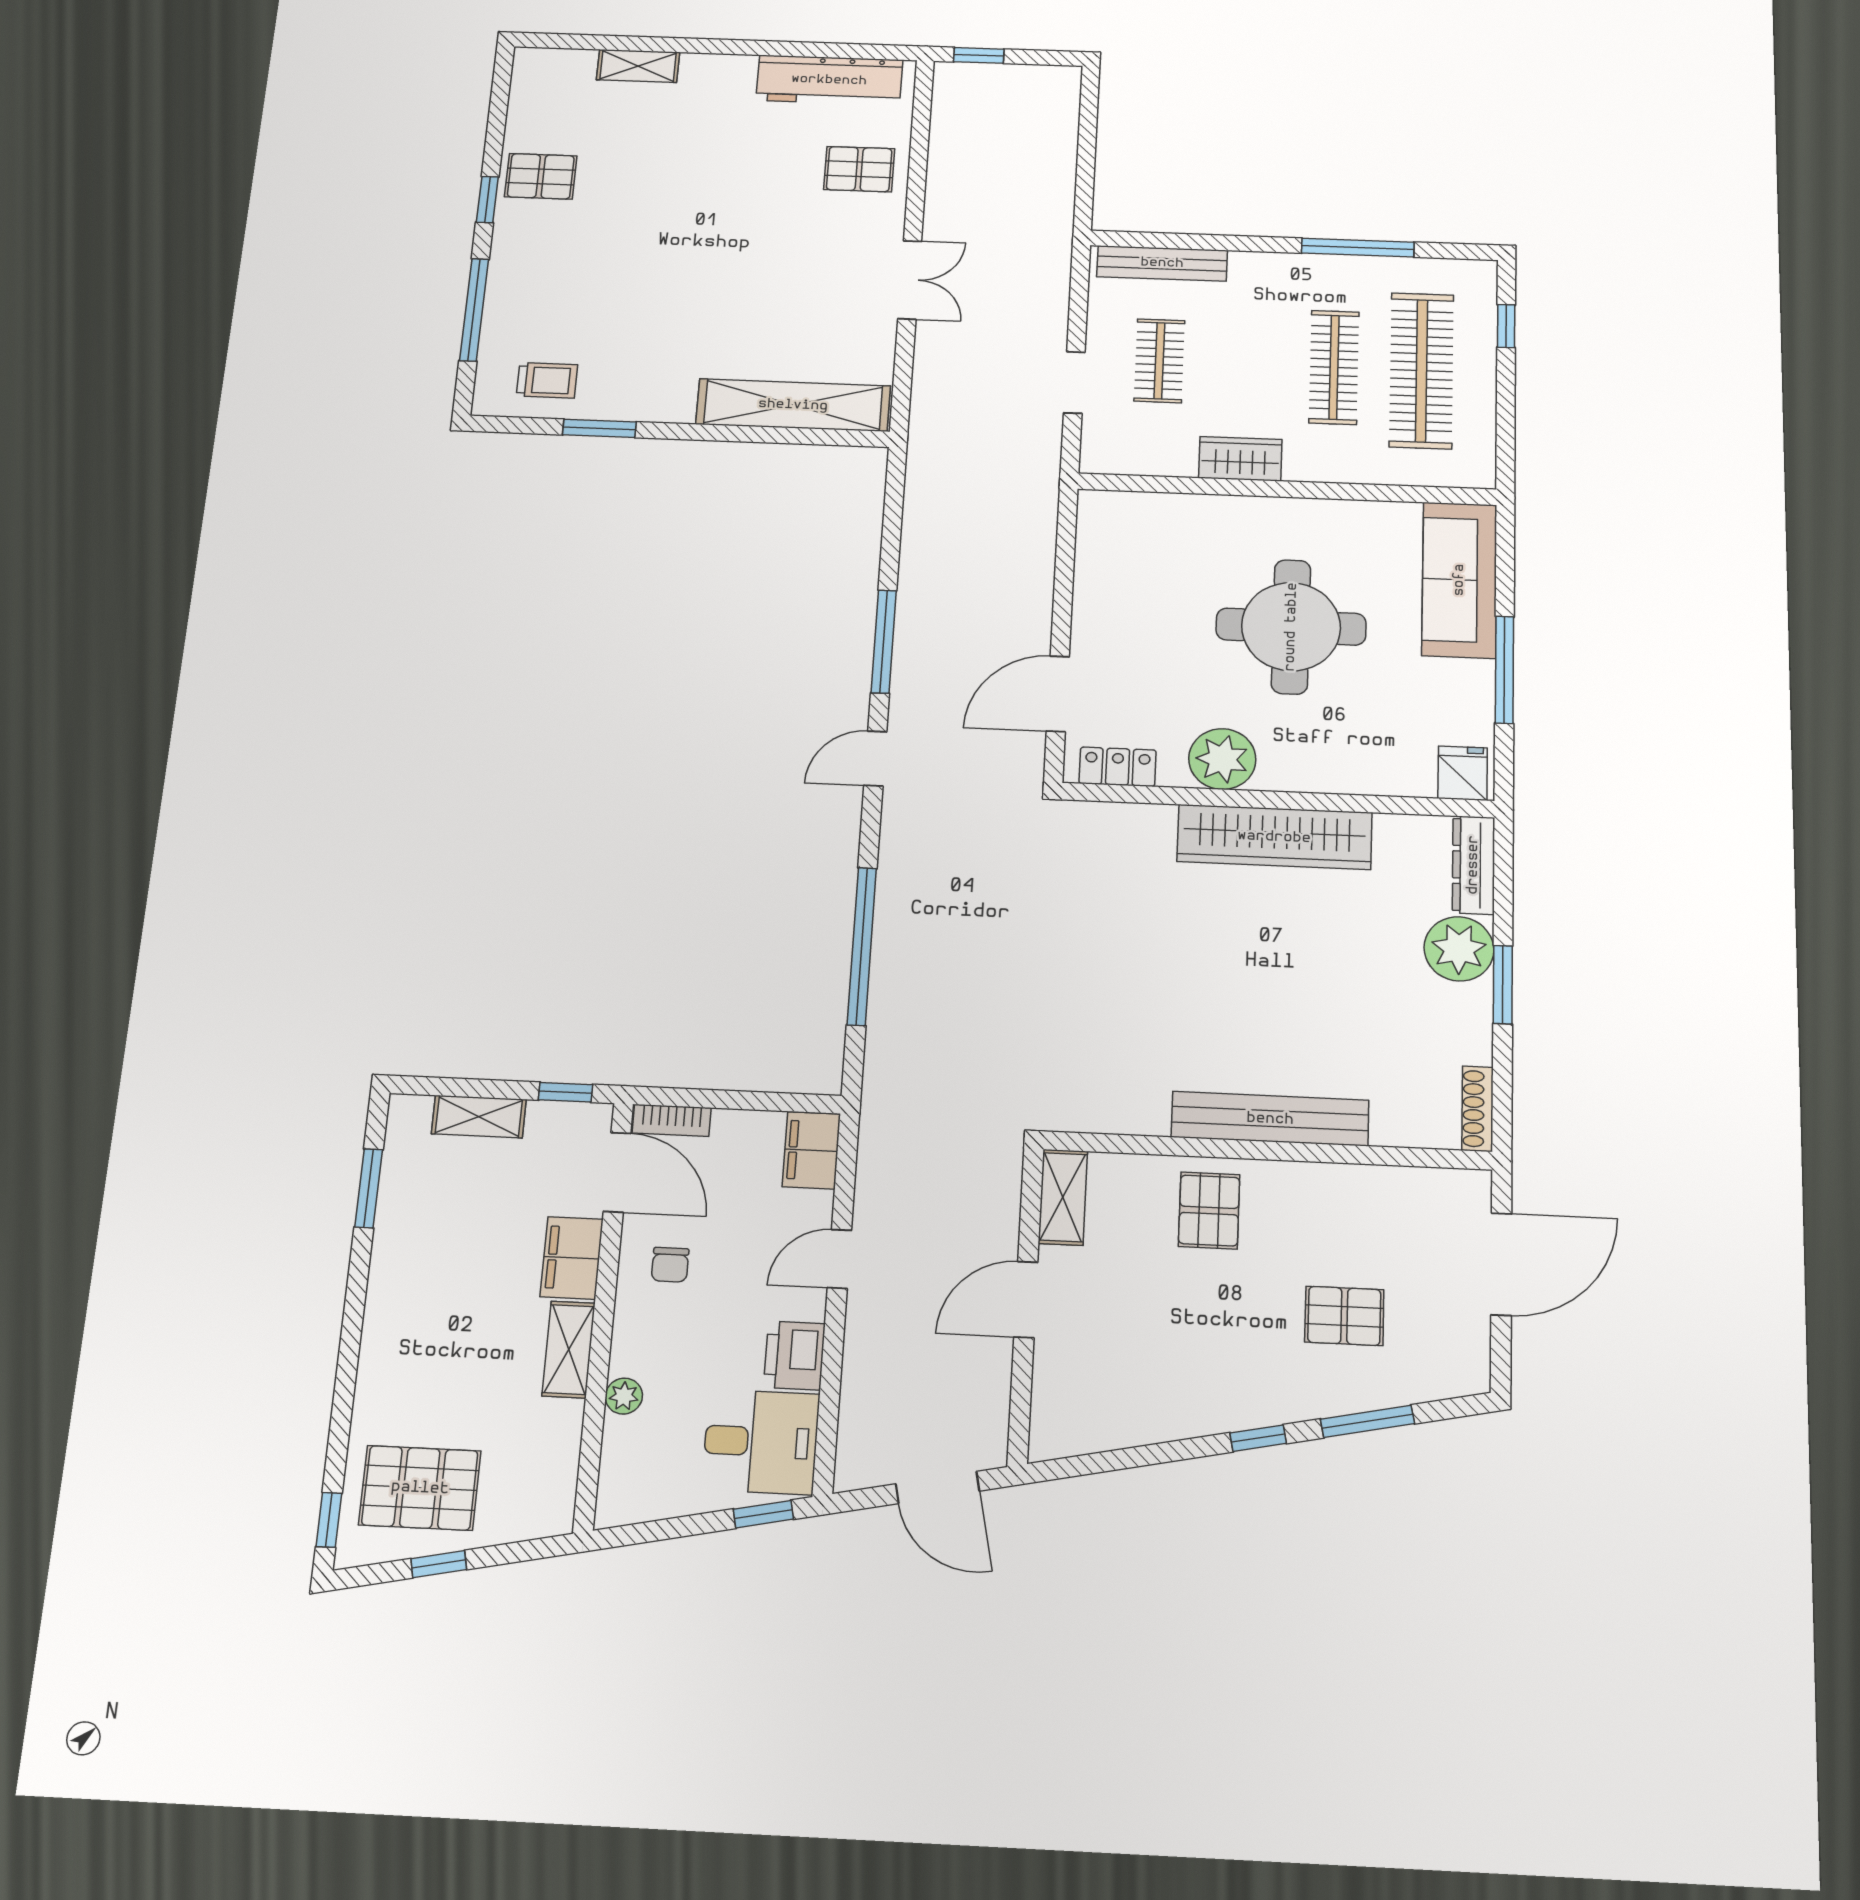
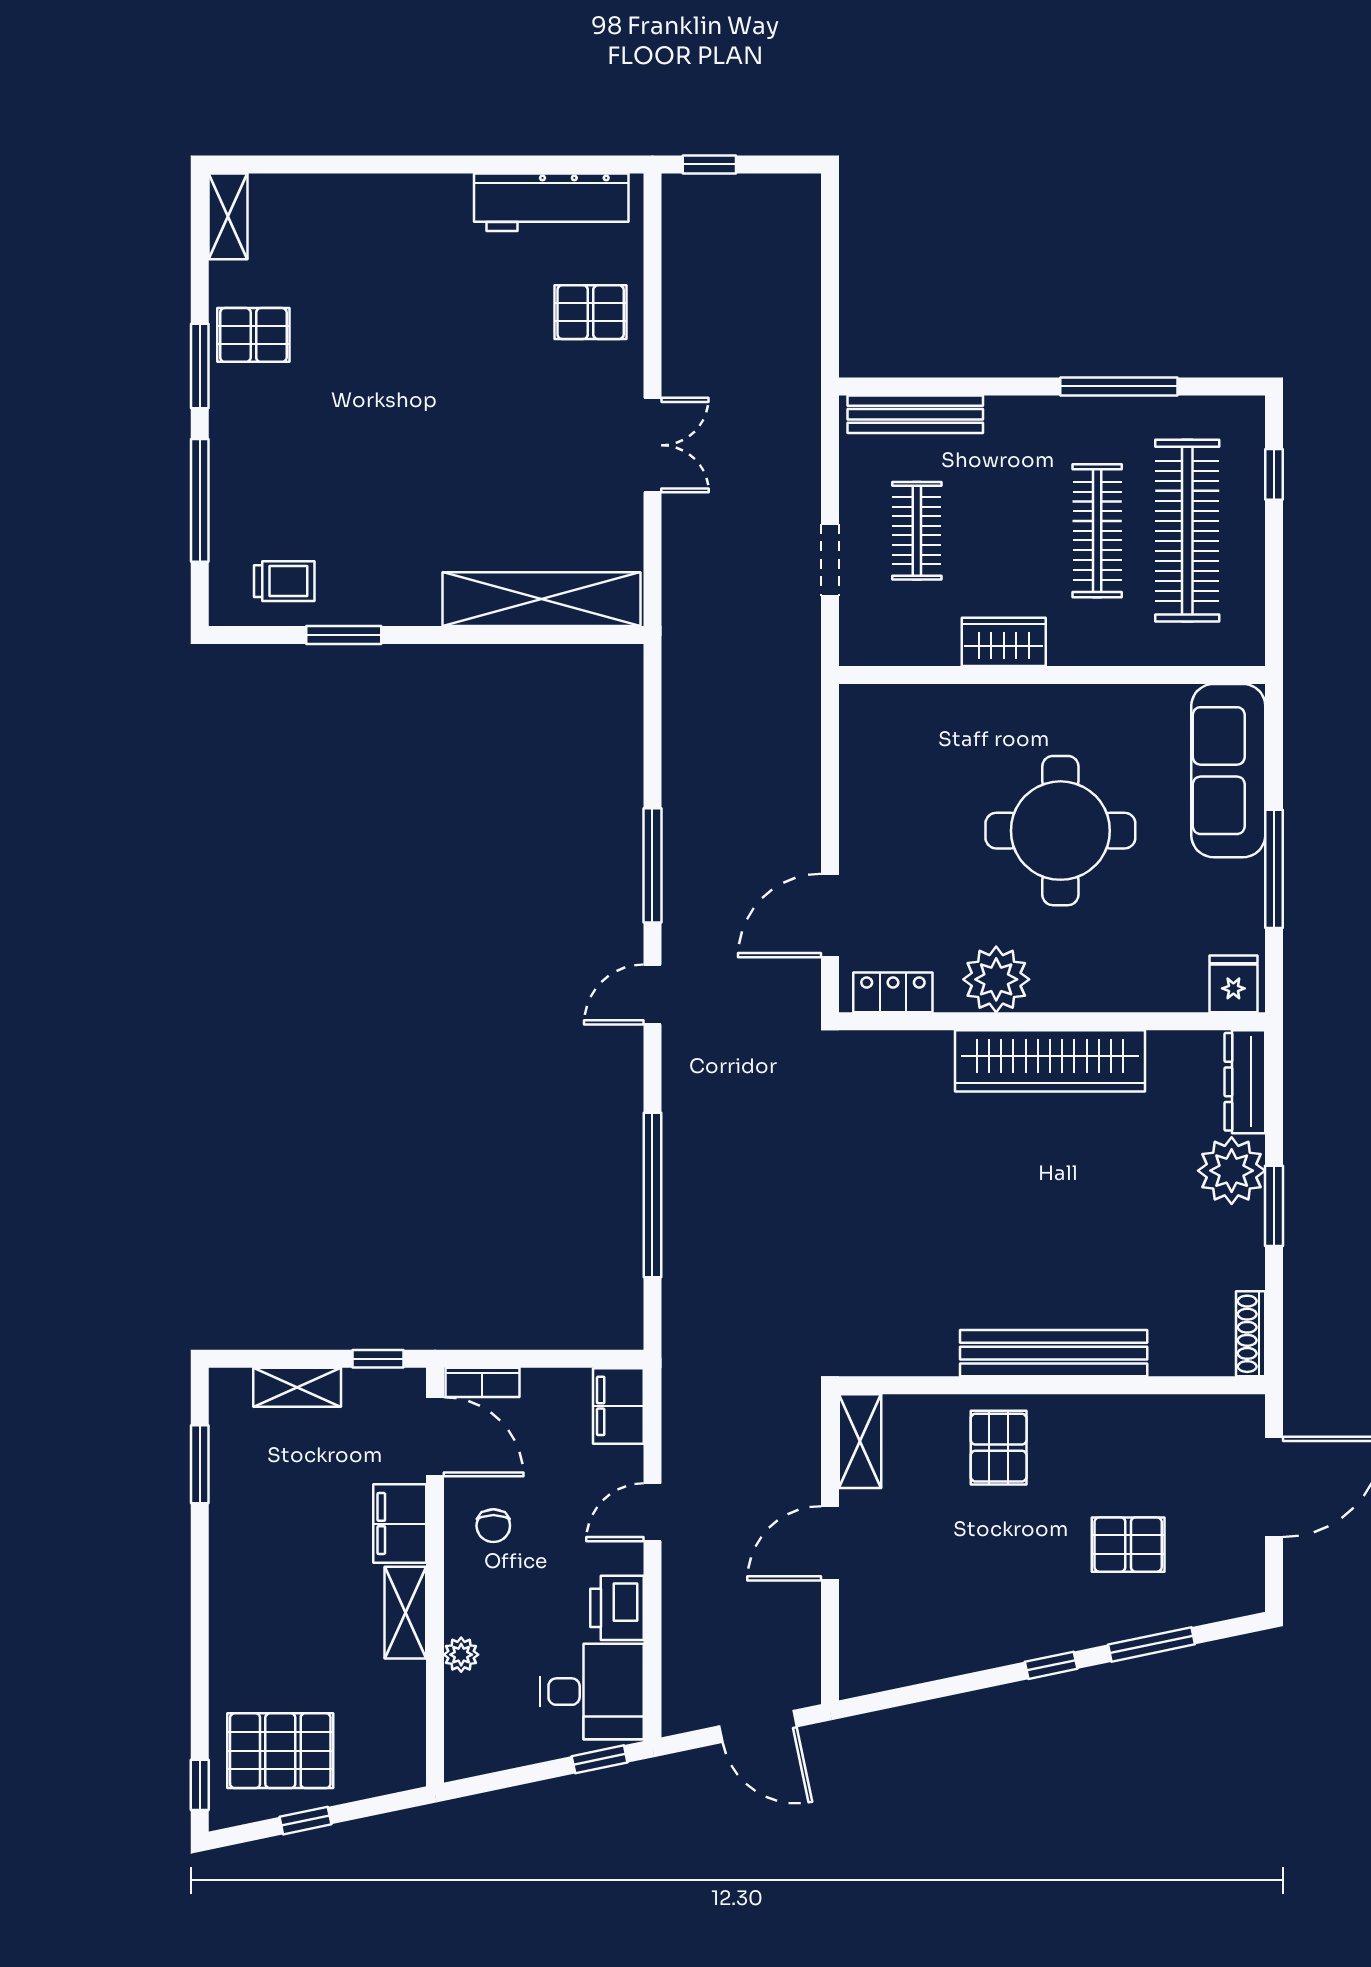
shelving: (638, 66) -> (228, 216), moved, turned 90
window: (487, 200) -> (200, 366), width x1.50

